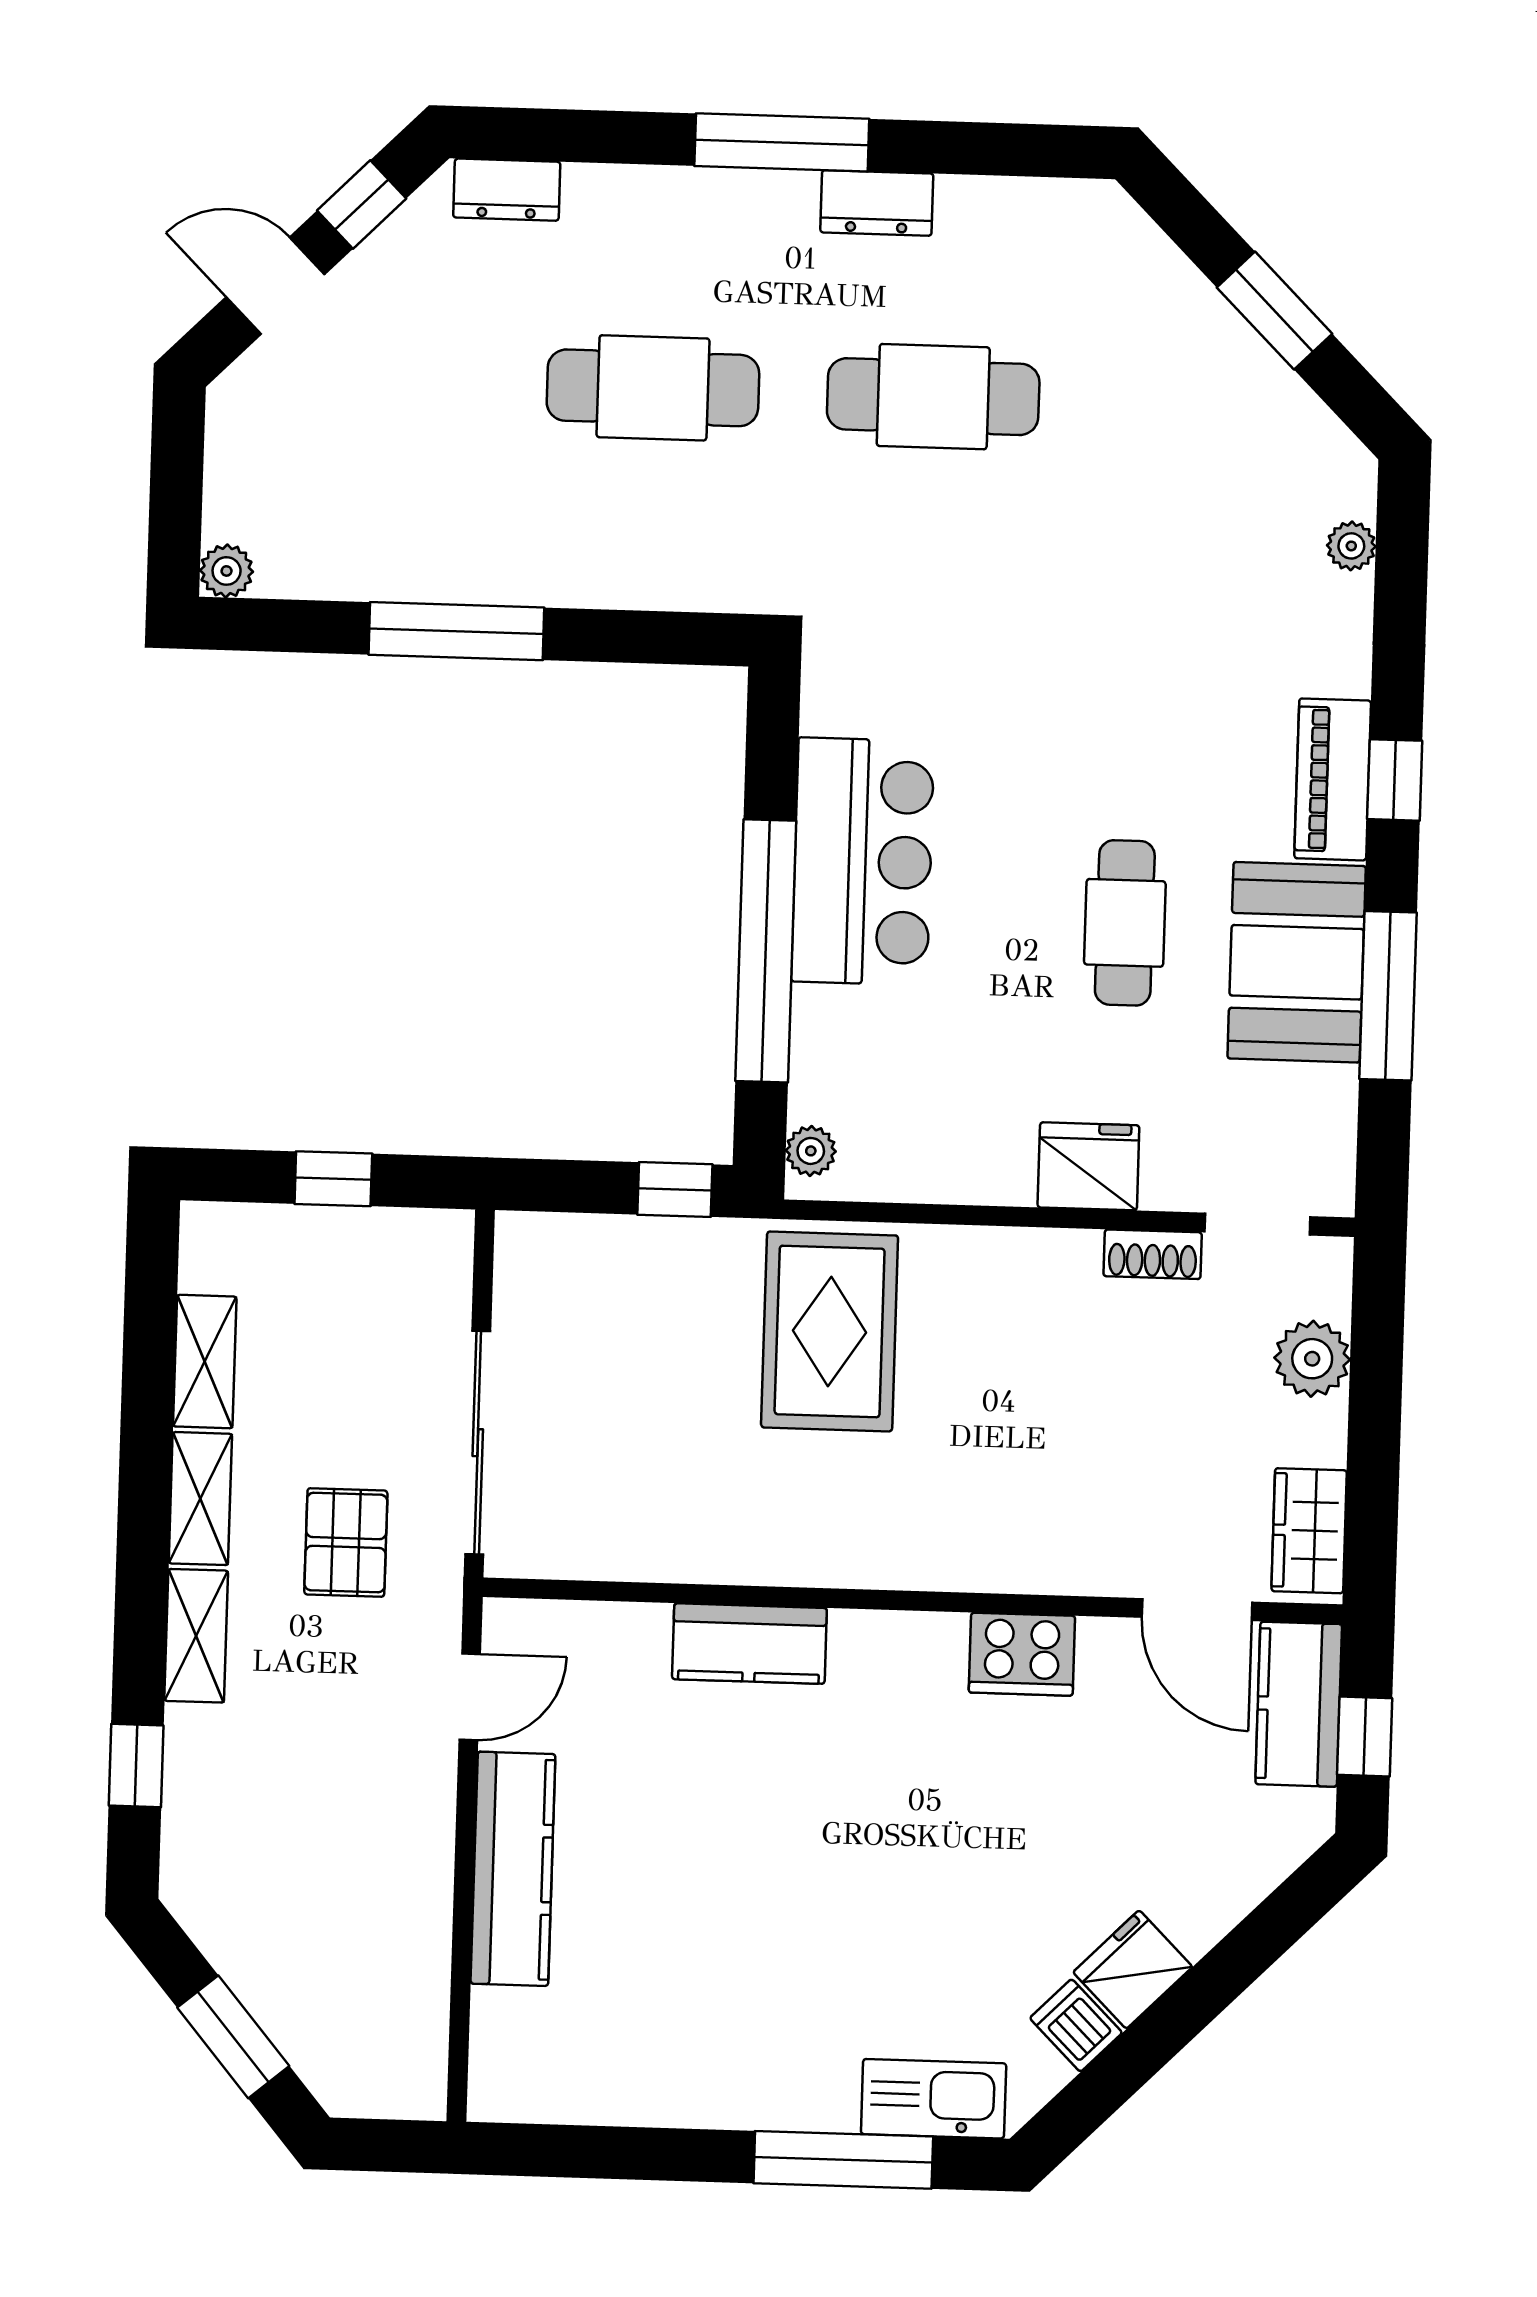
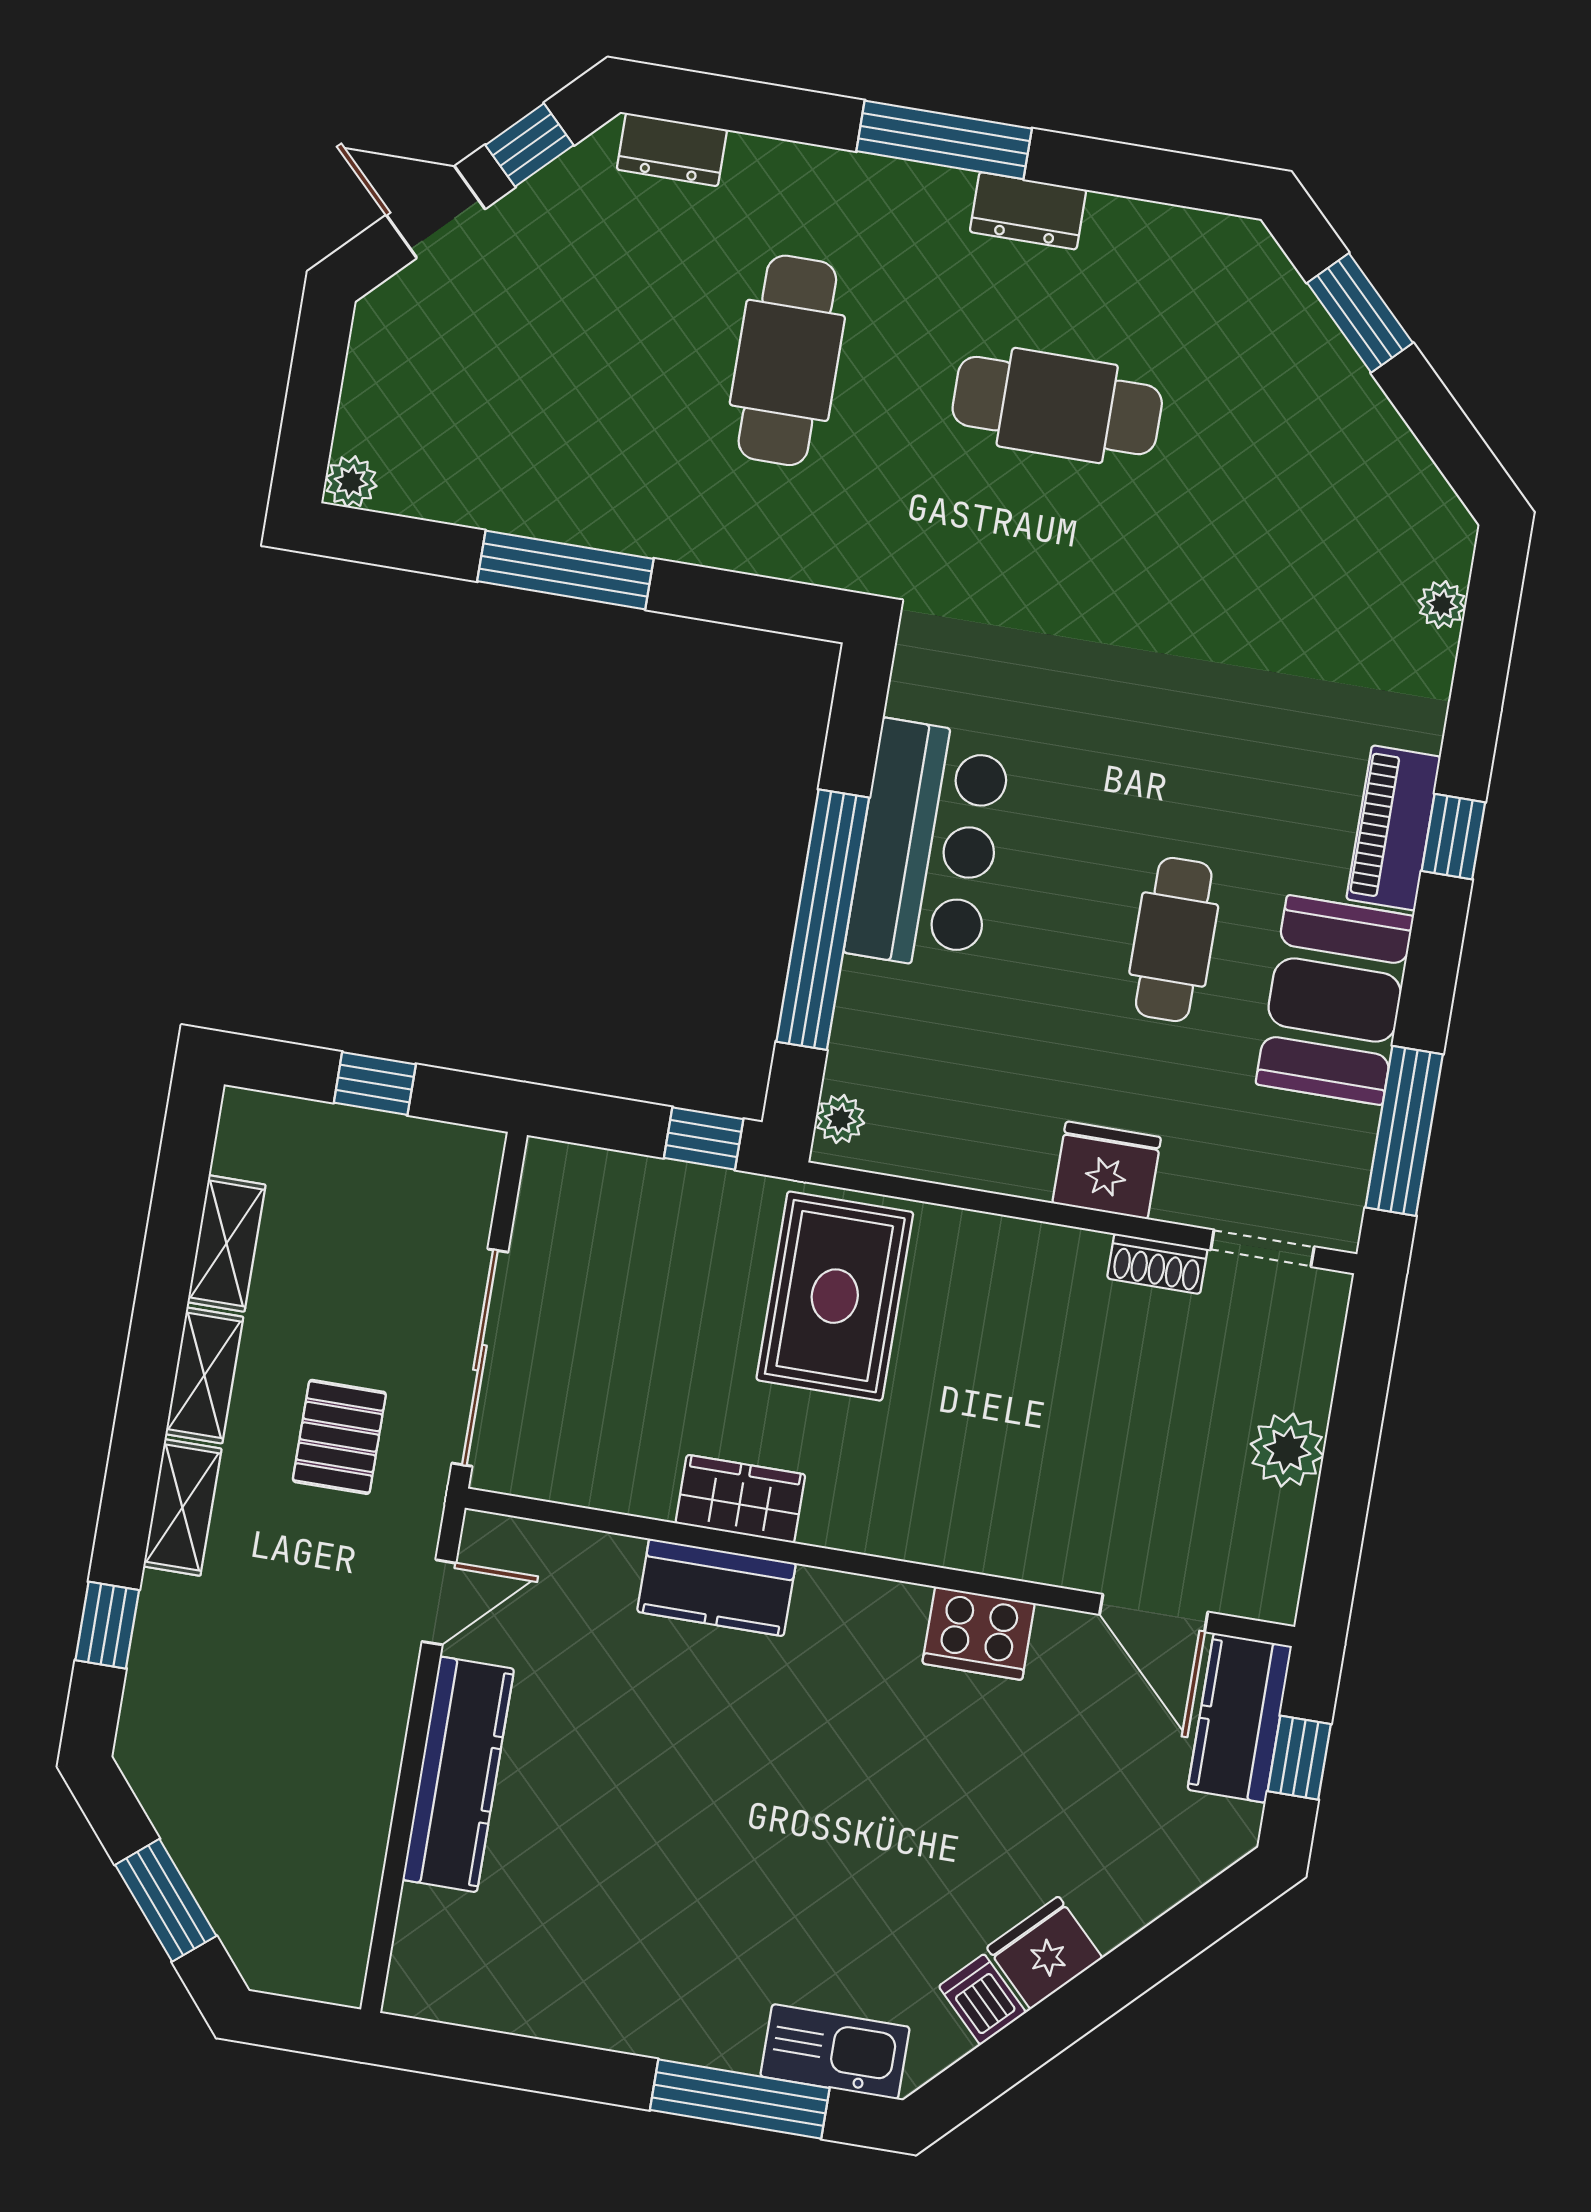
window: (1275, 311) -> (1360, 313), moved
cafe table: (653, 388) -> (787, 360), turned 90
window: (1388, 996) -> (1404, 1131), moved
plant: (1312, 1359) -> (1287, 1450), moved
wardrobe: (1309, 1531) -> (740, 1499), moved, turned 90

